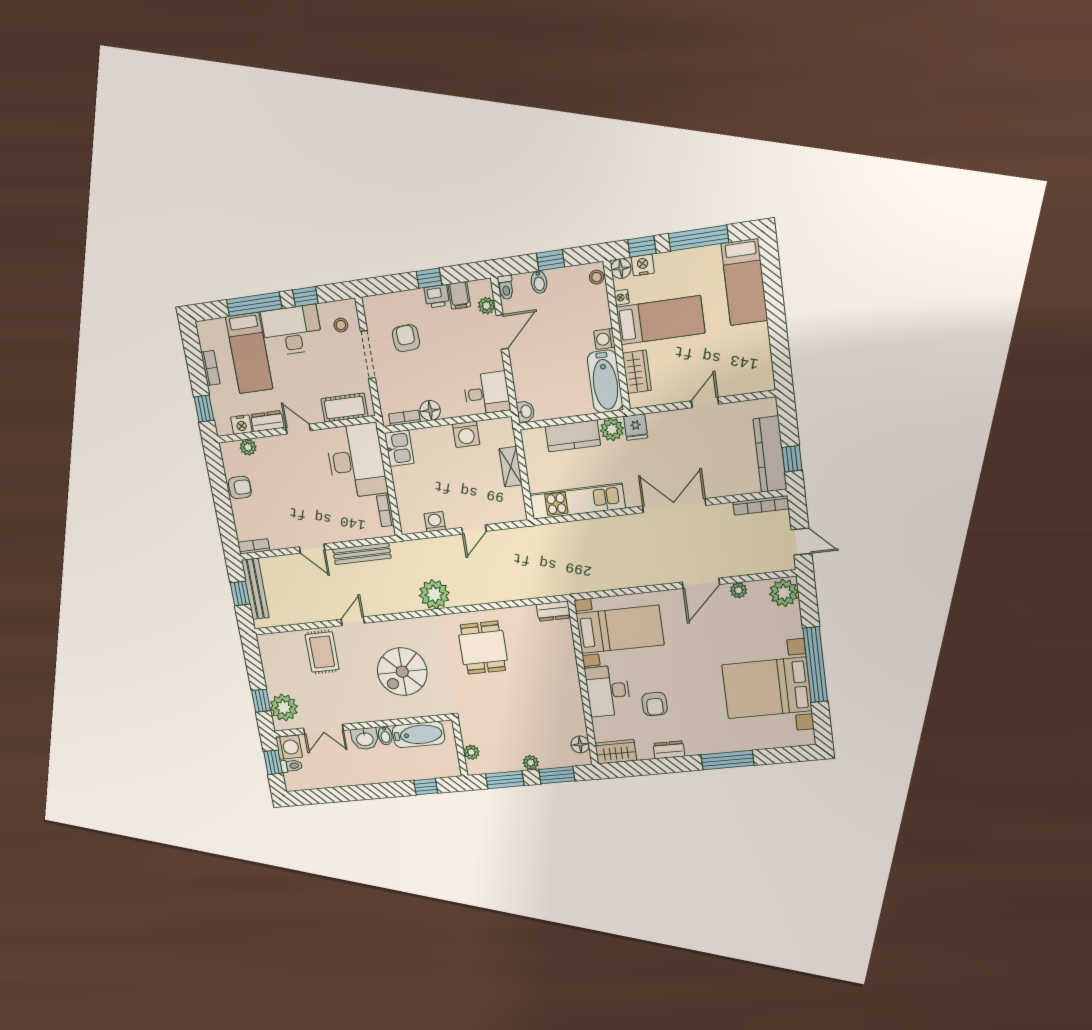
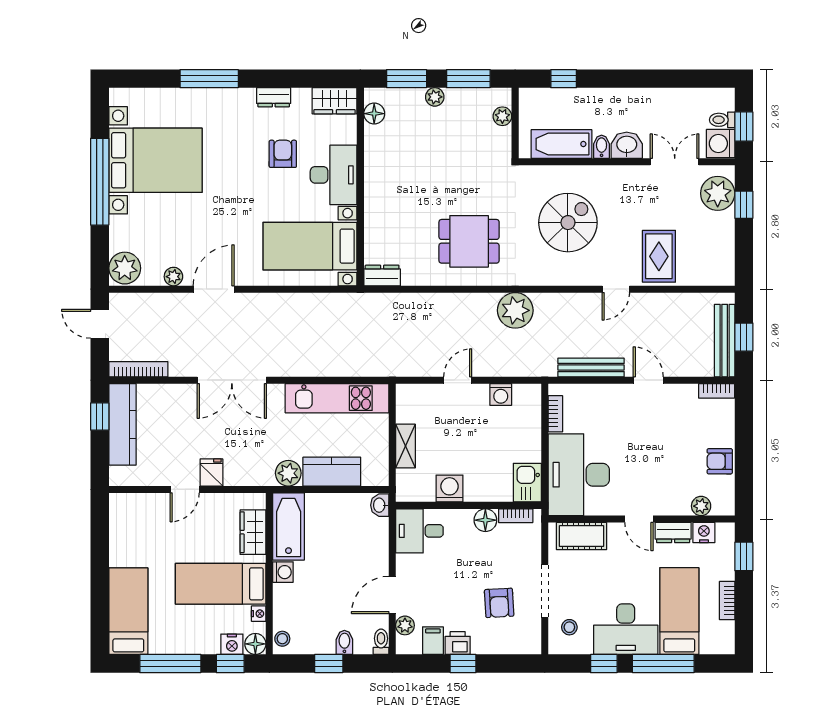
fridge: (636, 427) -> (211, 472), moved
dining table: (483, 648) -> (469, 241), turned 90

